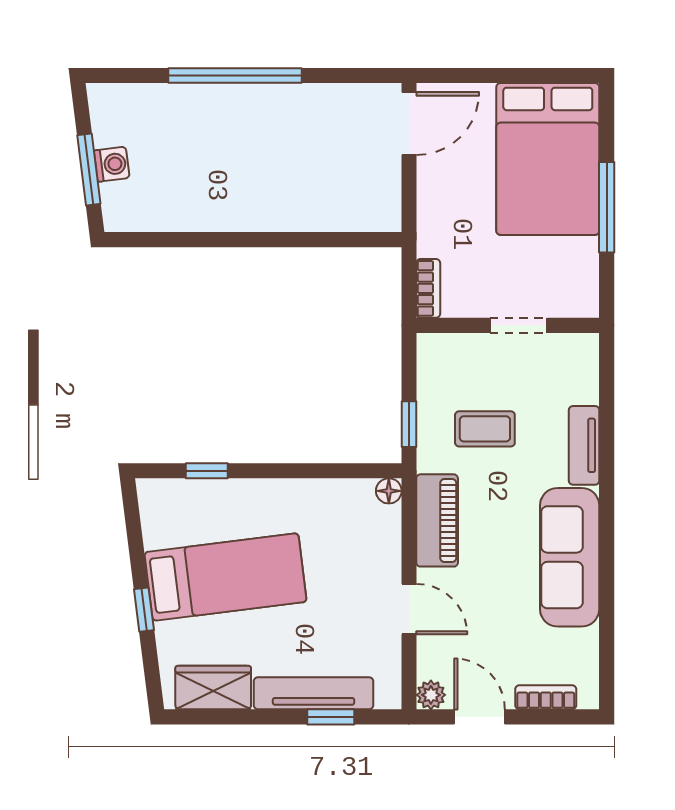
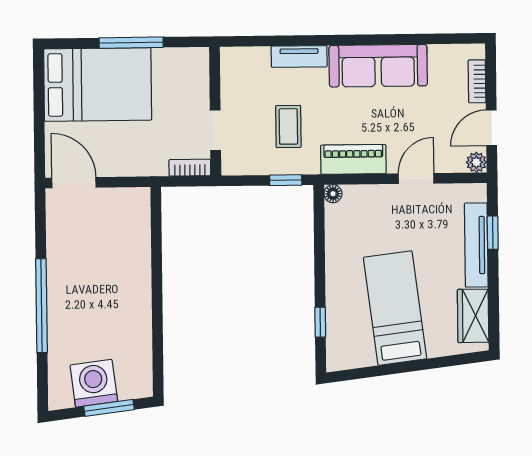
washing machine: (112, 164) -> (94, 383), width x1.89, depth x1.89
doorway: (519, 325) -> (215, 130), moved
window: (144, 610) -> (419, 365), removed

